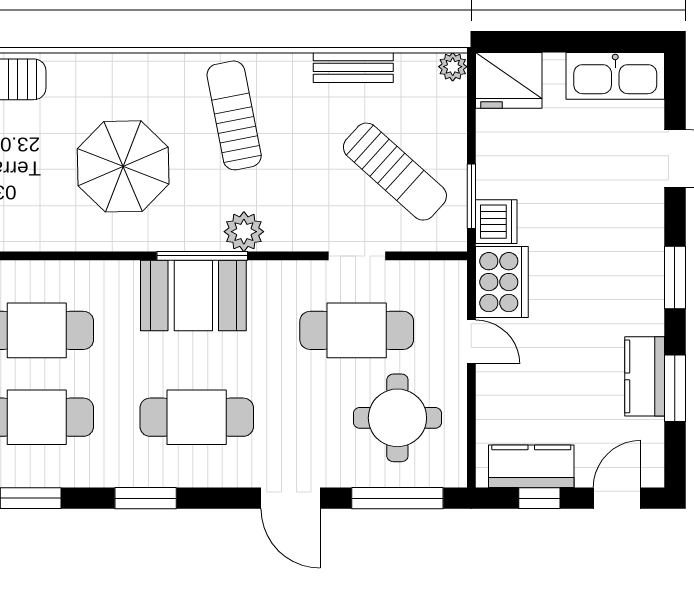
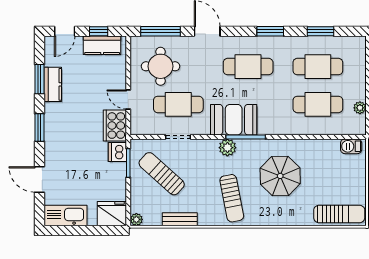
booth: (193, 295) -> (234, 120), moved

